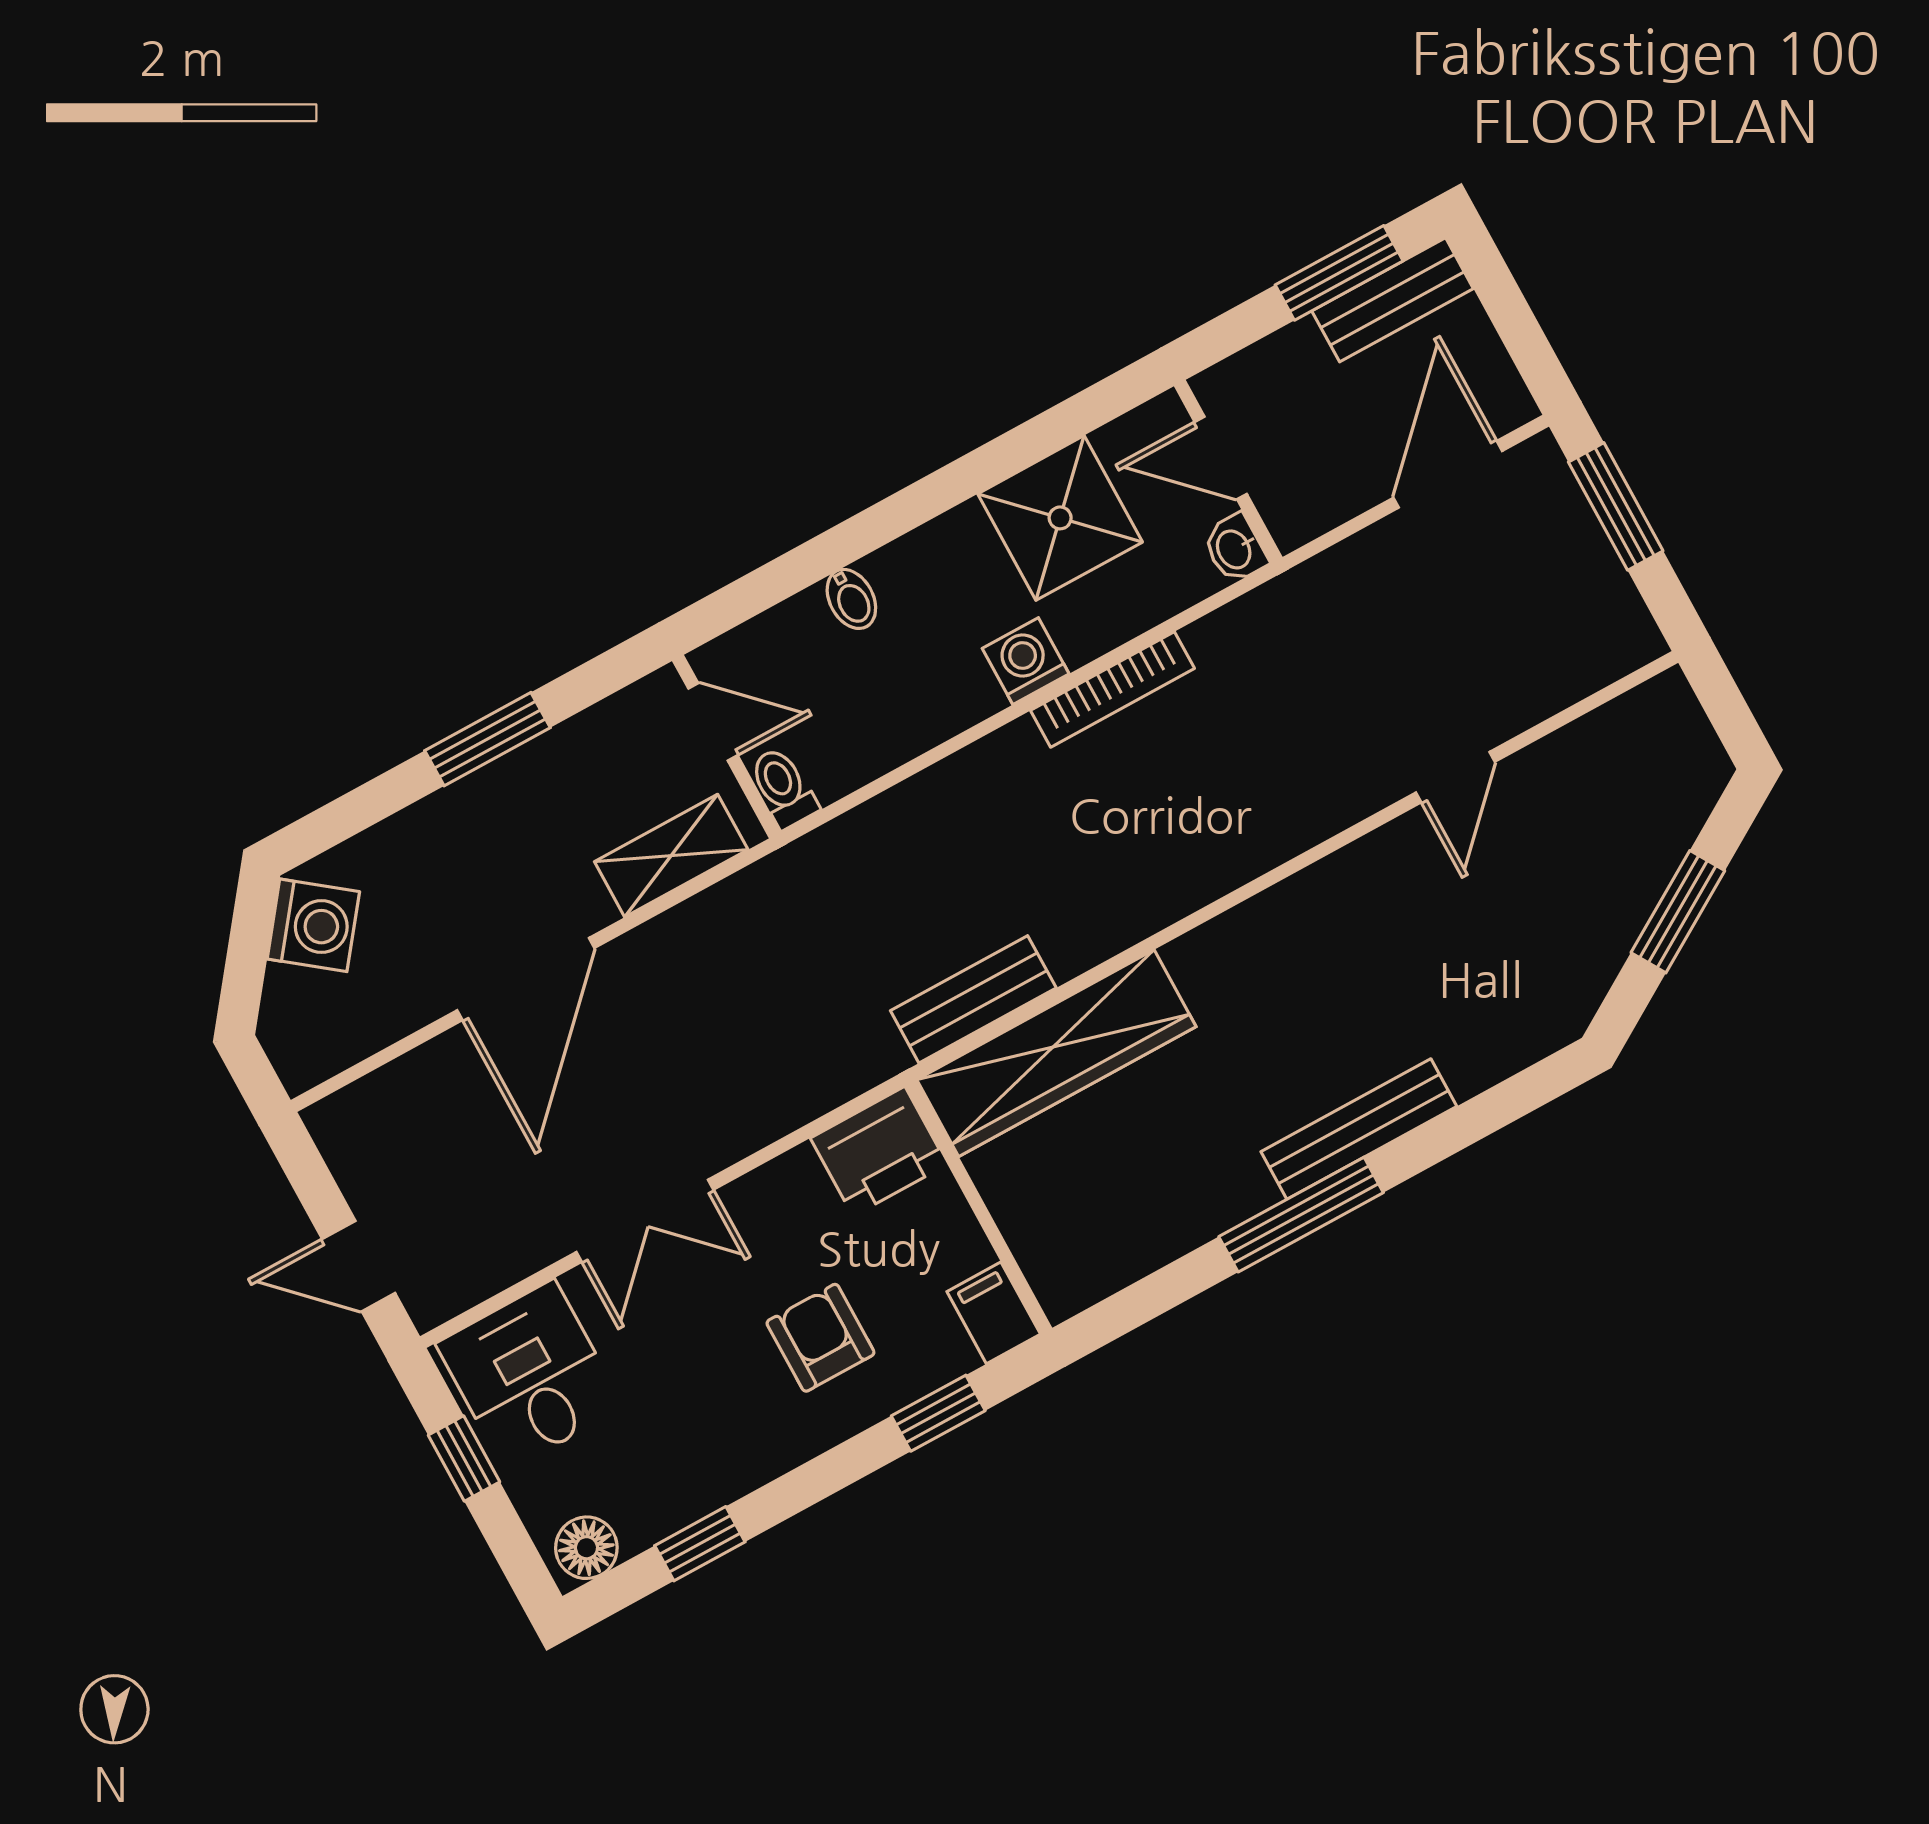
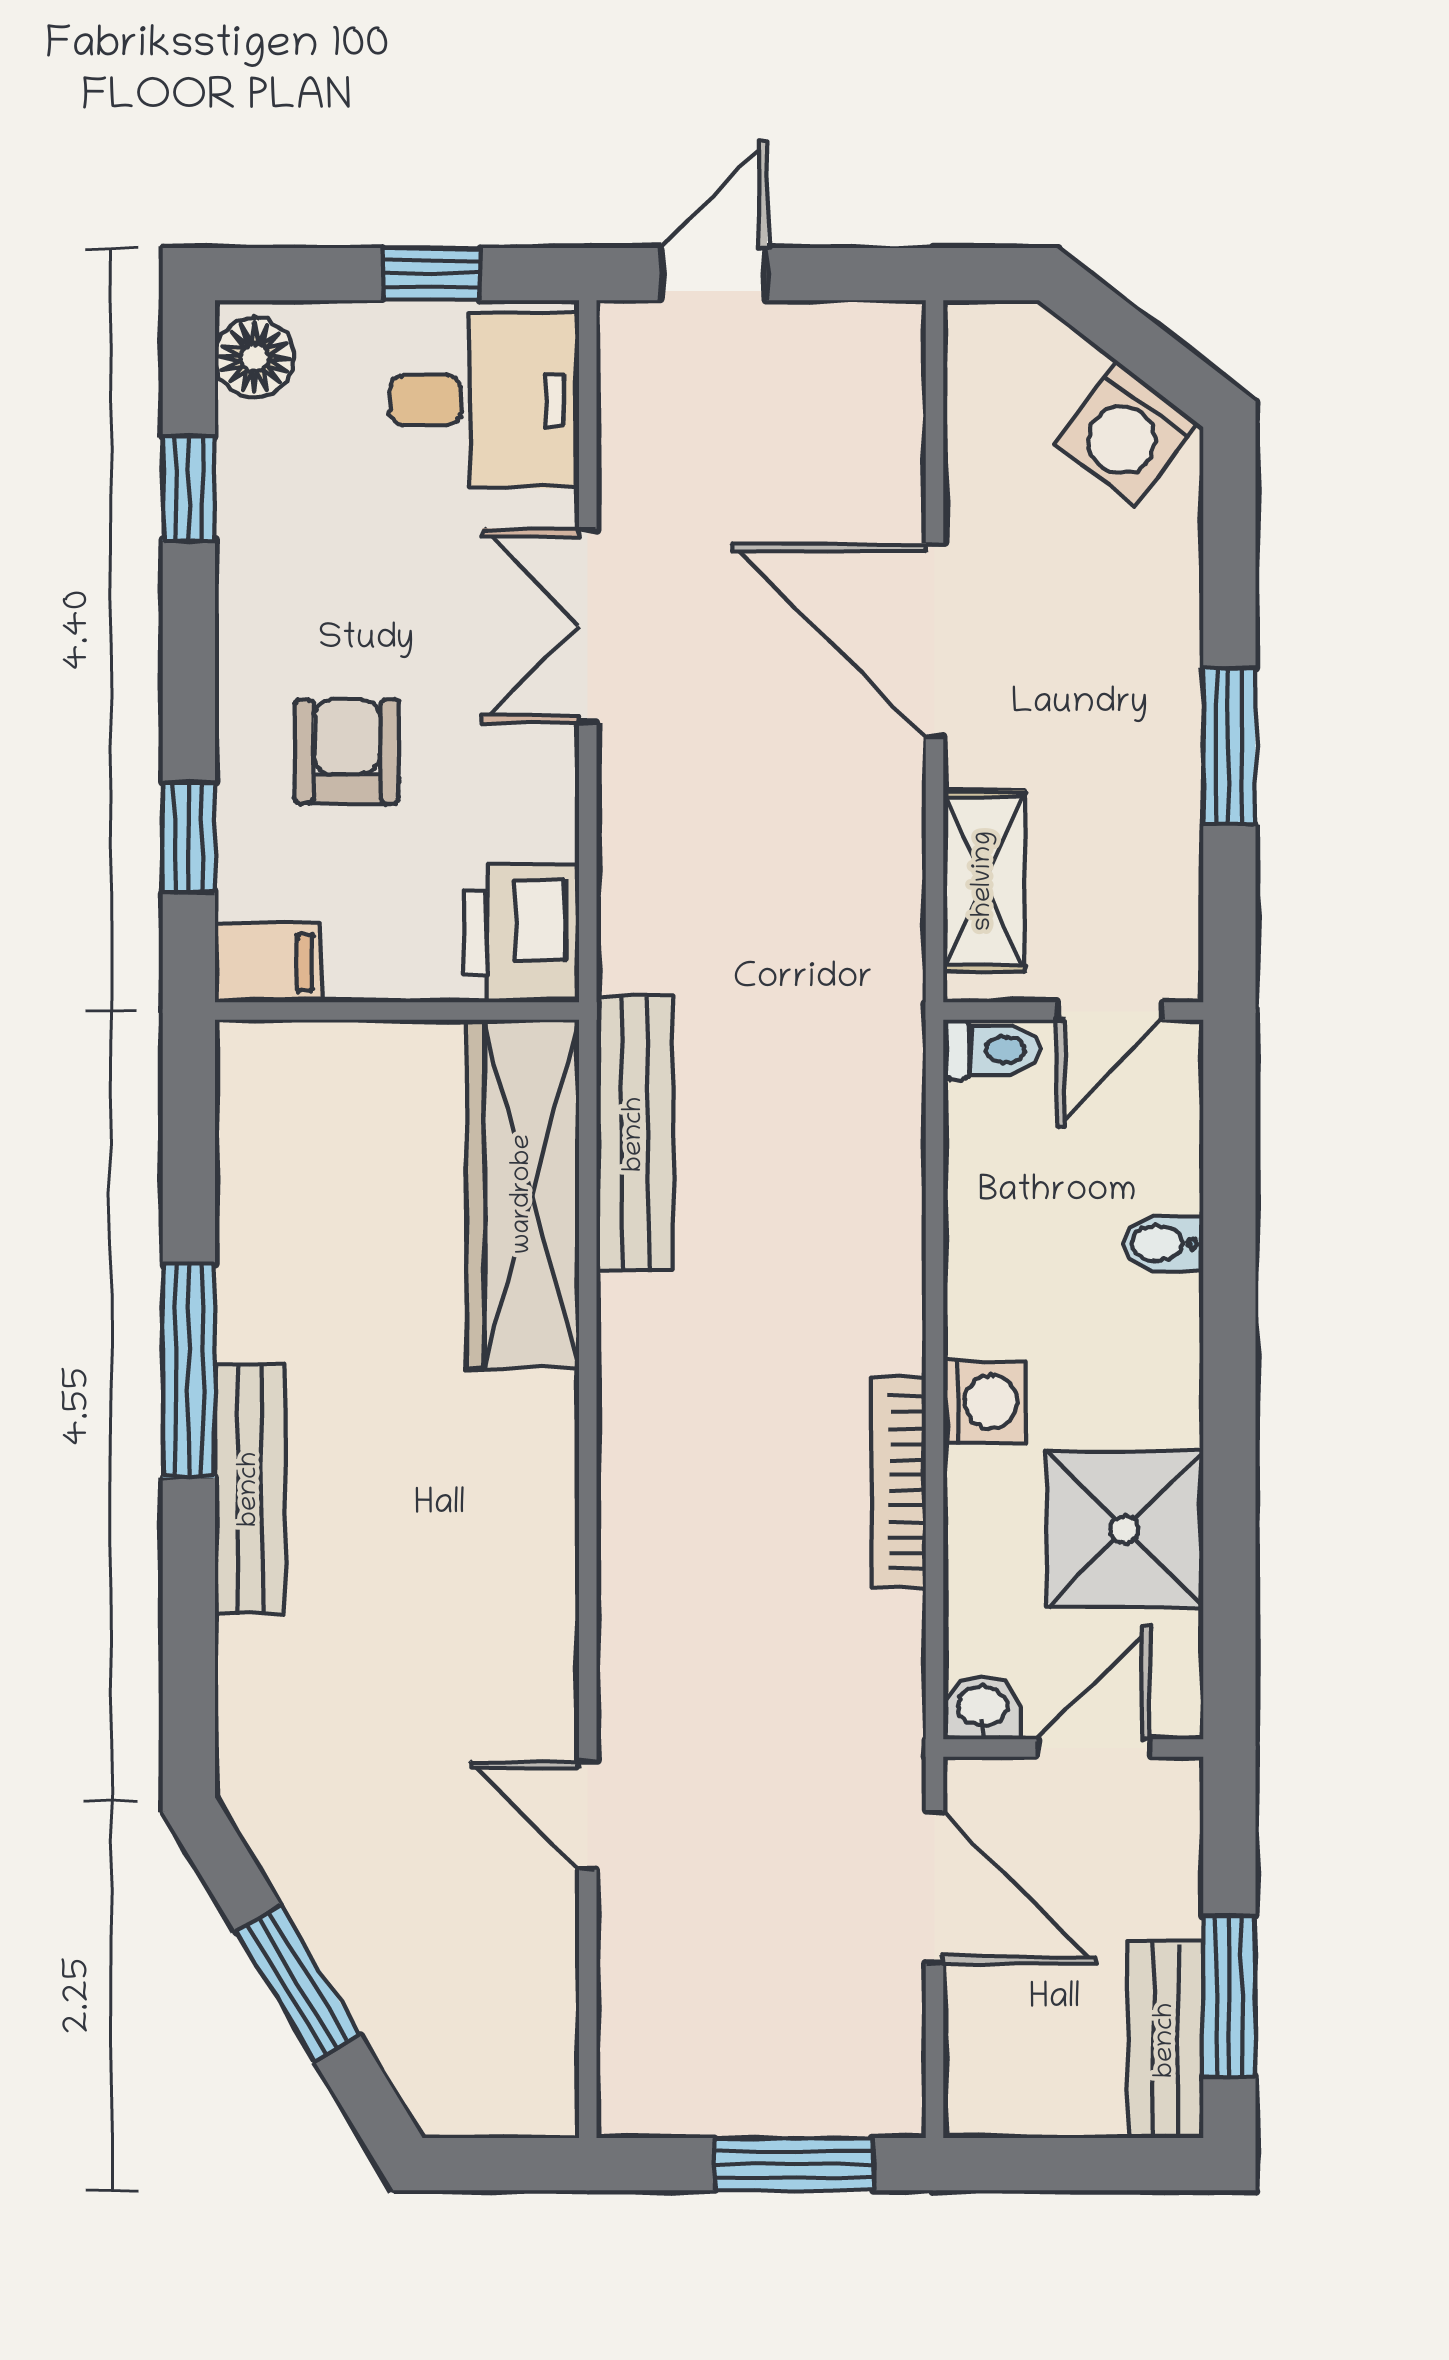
door: (1448, 474) -> (935, 1888), moved
bench: (973, 999) -> (635, 1134), width x1.36
armchair: (820, 1338) -> (347, 752), turned -90

